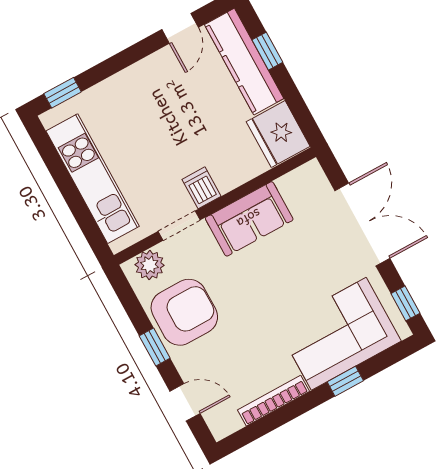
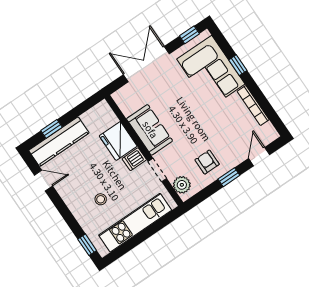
stool: (138, 123) -> (101, 199), added
fridge: (278, 134) -> (118, 141), moved, turned 90
armchair: (184, 312) -> (207, 162), width x0.53, depth x0.53

